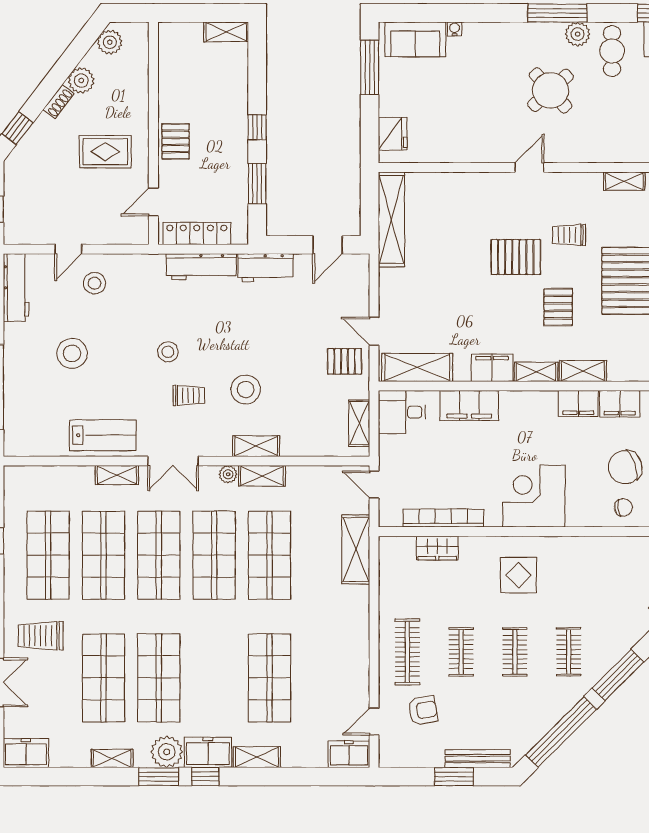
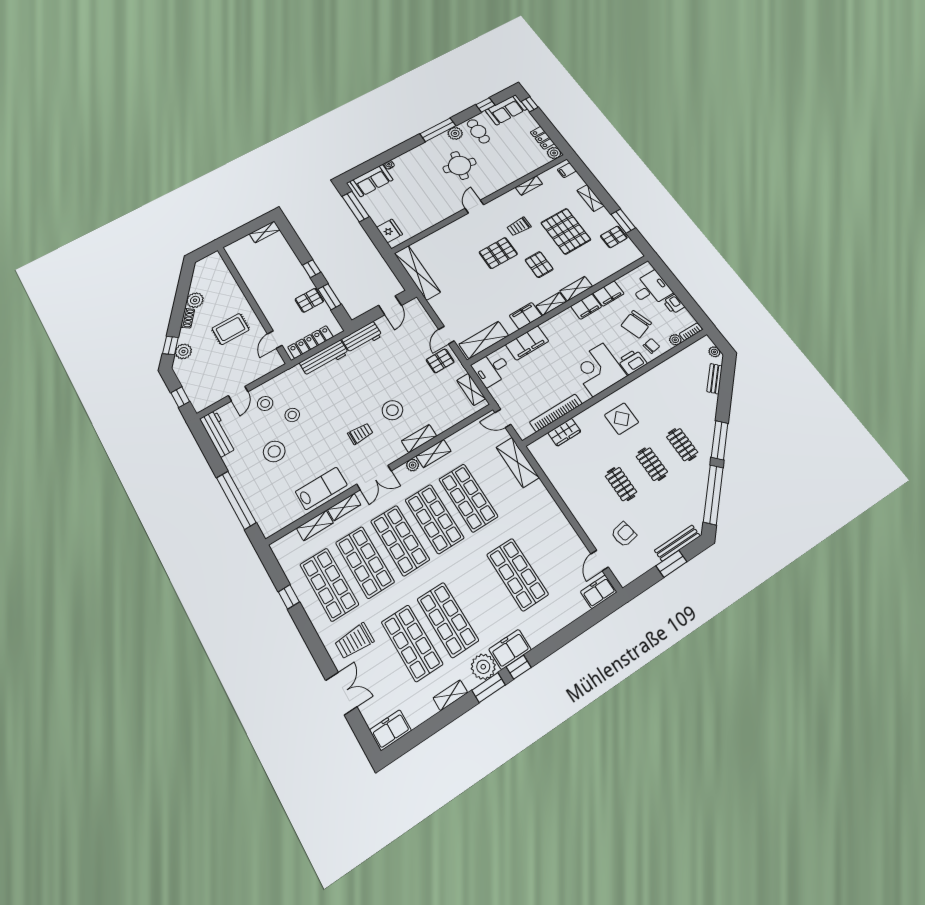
plant: (110, 42) -> (183, 351), moved
round table: (550, 90) -> (460, 165), turned -35
pallet: (176, 141) -> (309, 300), moved, turned 90
door: (374, 331) -> (446, 335), hinge flipped
stool: (168, 352) -> (292, 415), moved
printer: (584, 513) -> (632, 362), added
clothes rail: (407, 652) -> (590, 504), removed
shelving: (257, 757) -> (315, 526), moved

